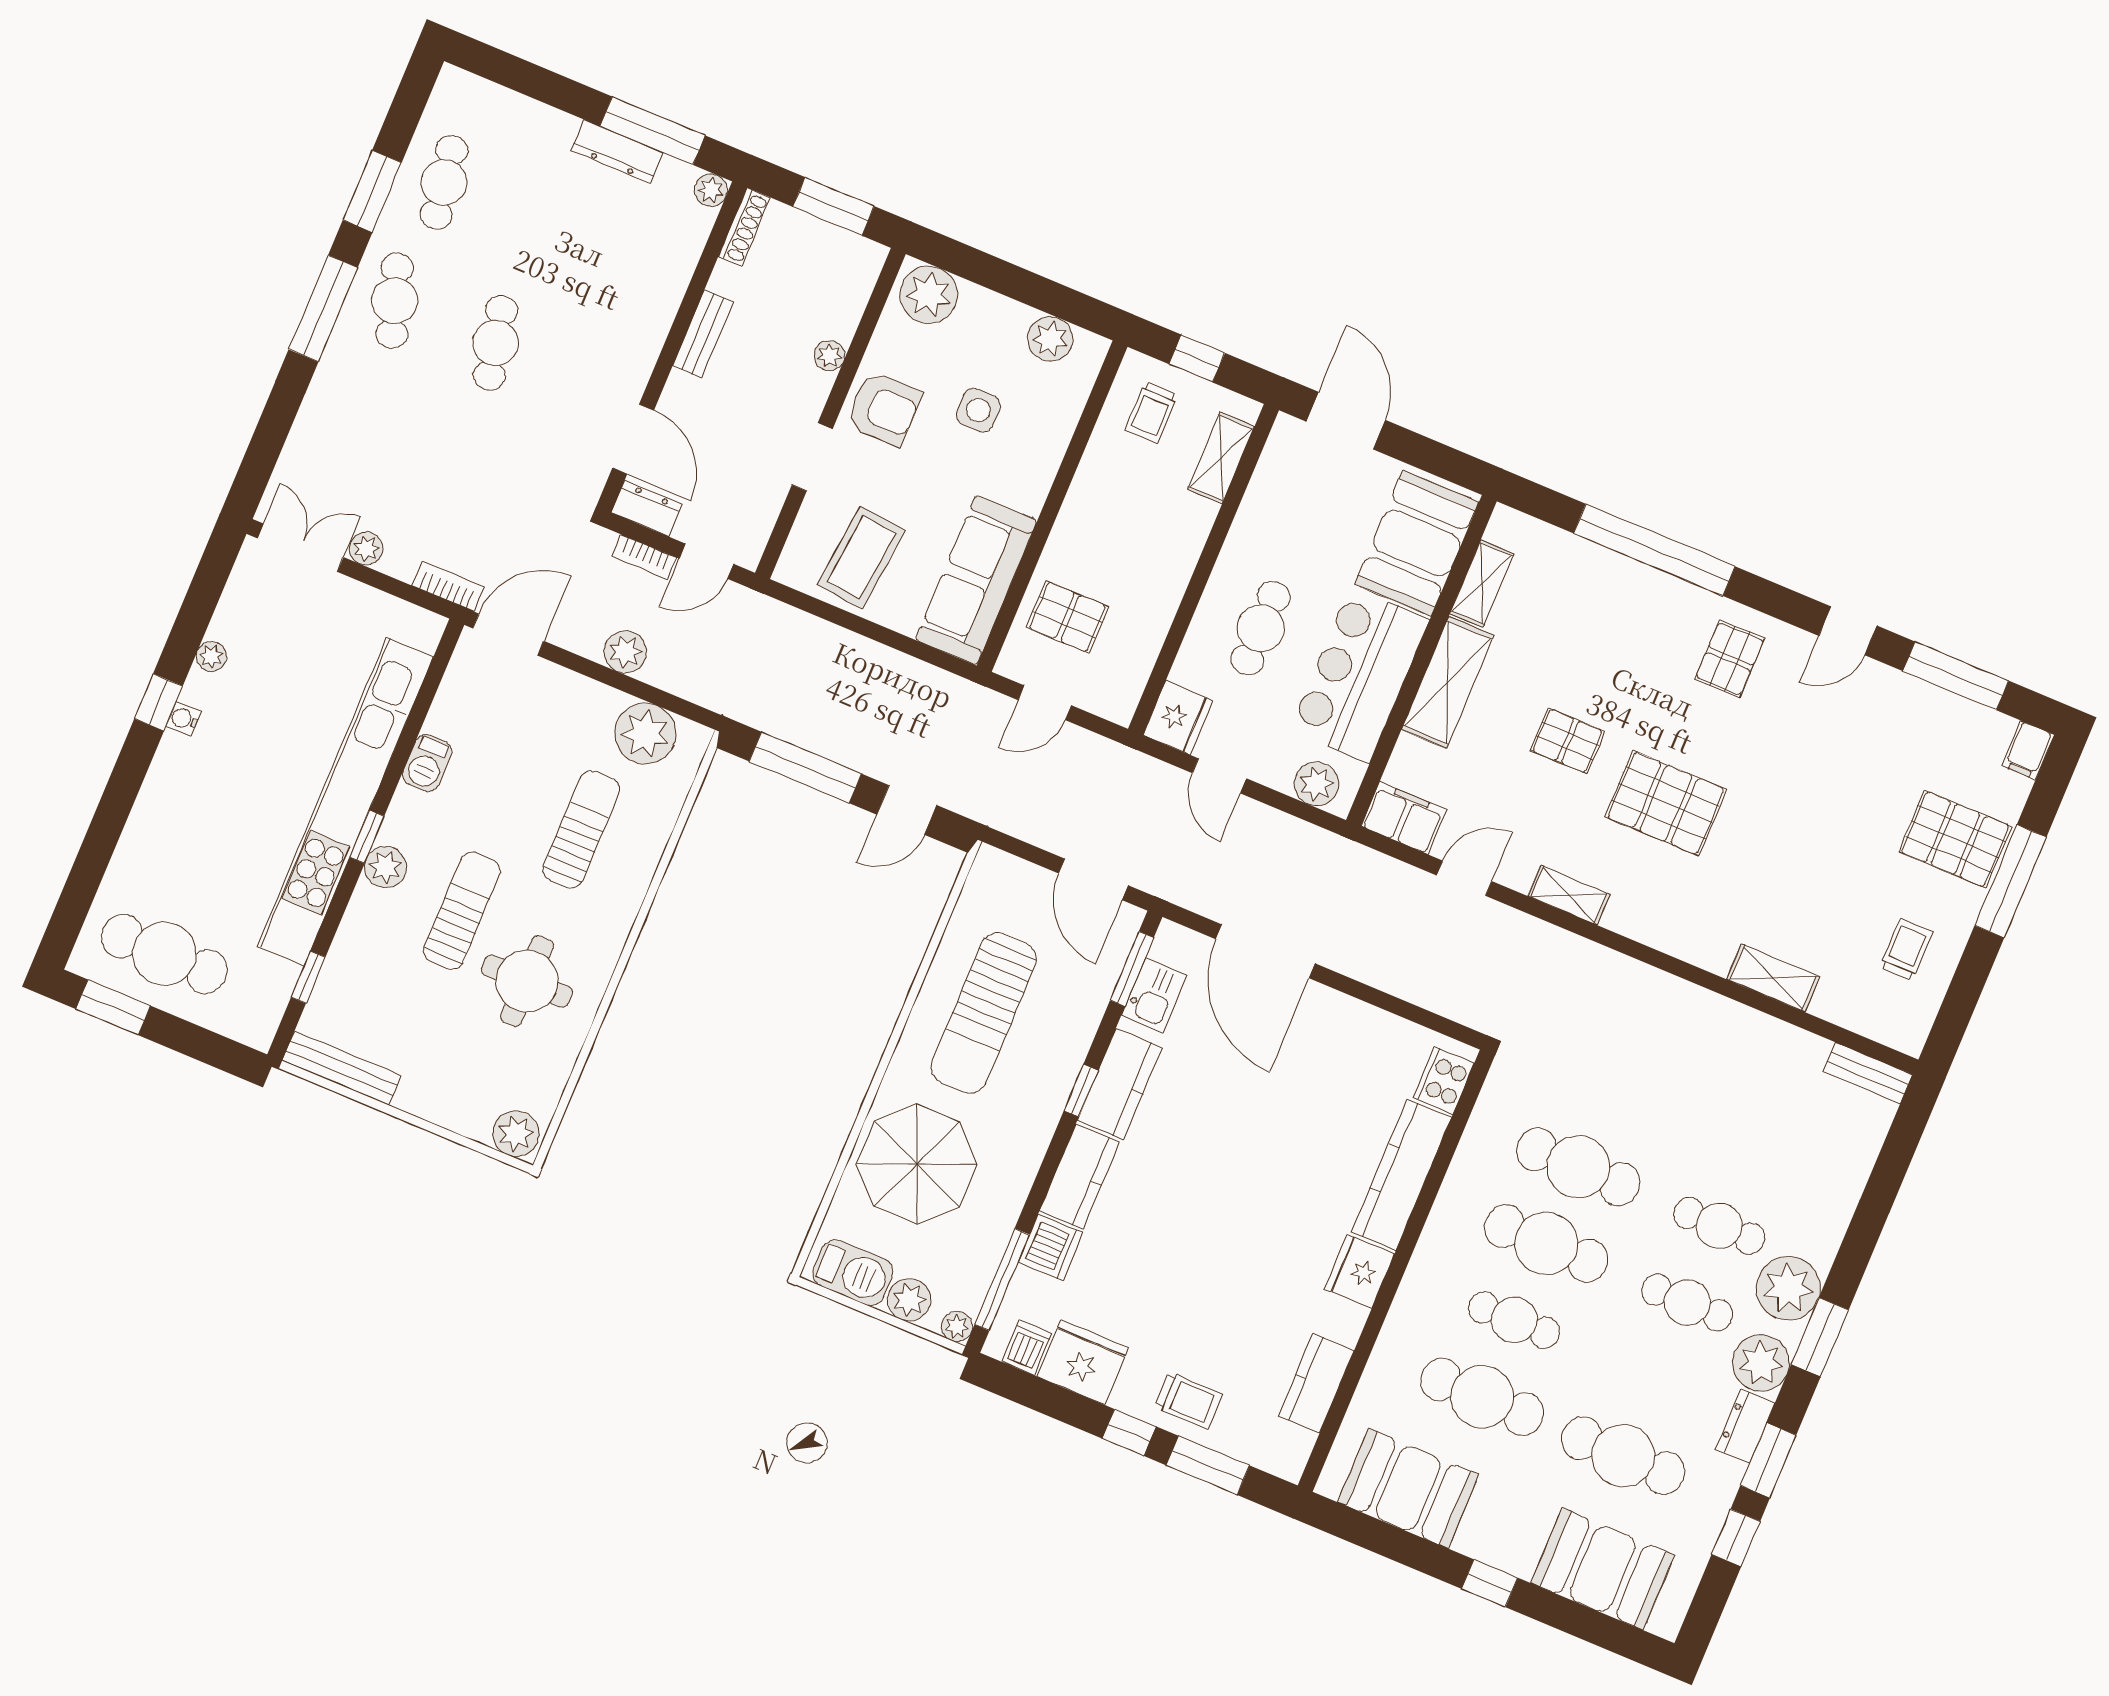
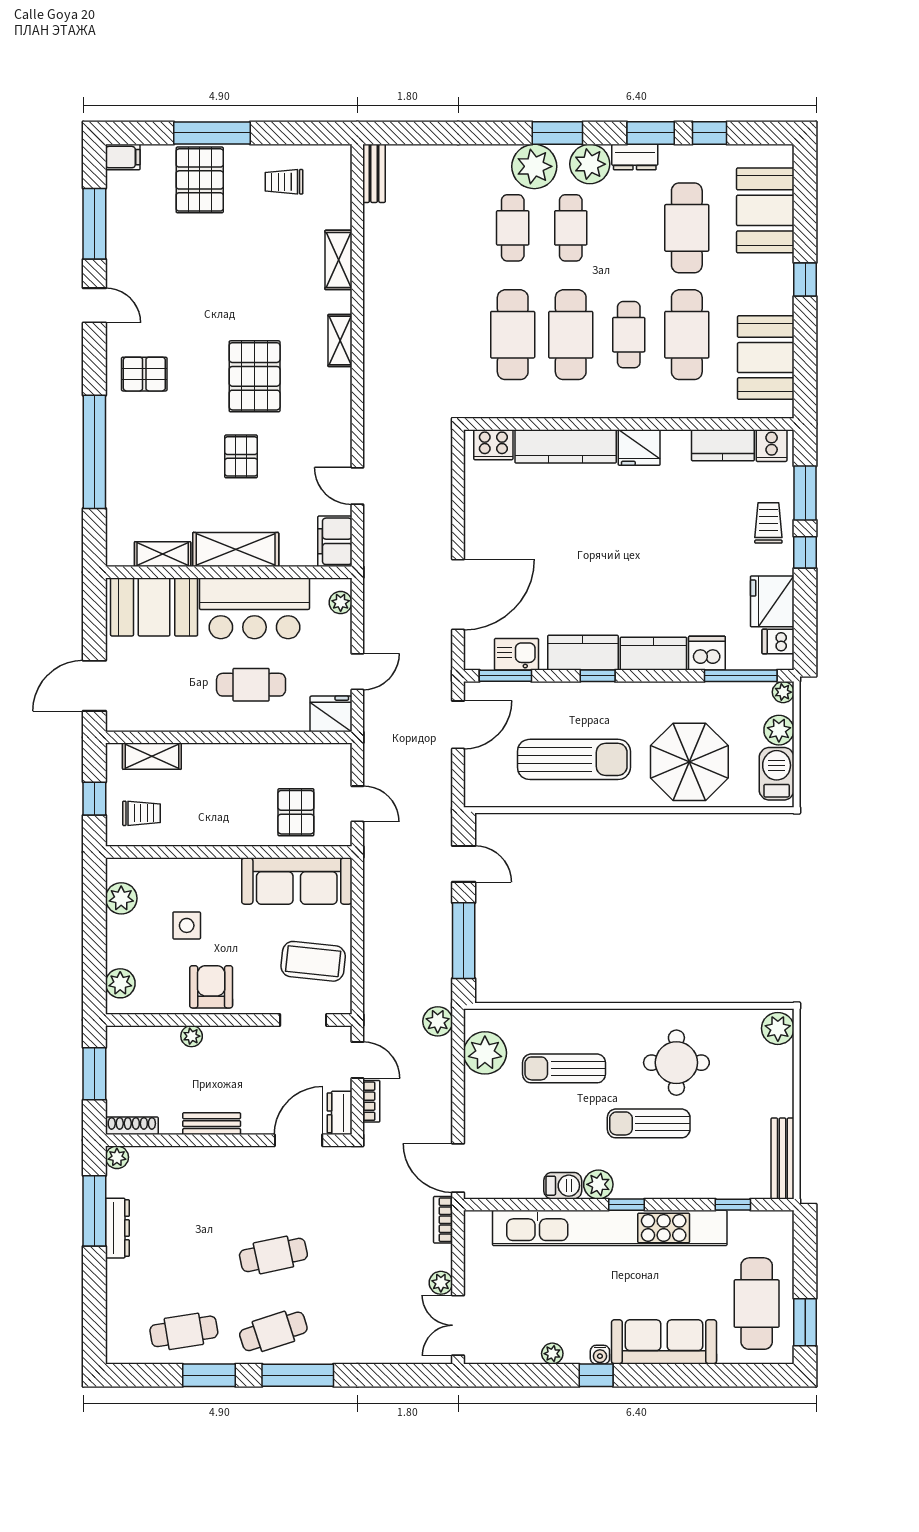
plant: (929, 295) -> (120, 983), width x0.73, depth x0.73
doorway: (812, 457) -> (303, 1020), moved
plant: (625, 652) -> (438, 1021), moved
plant: (1316, 784) -> (341, 603), width x0.73, depth x0.73
sofa: (165, 810) -> (664, 1342), added
plant: (385, 867) -> (598, 1184), moved
shelving: (1569, 895) -> (340, 340), moved
cooker: (1289, 1447) -> (772, 446), added

